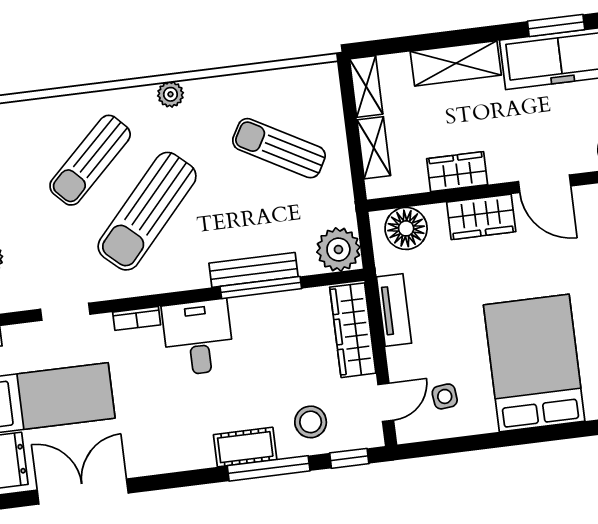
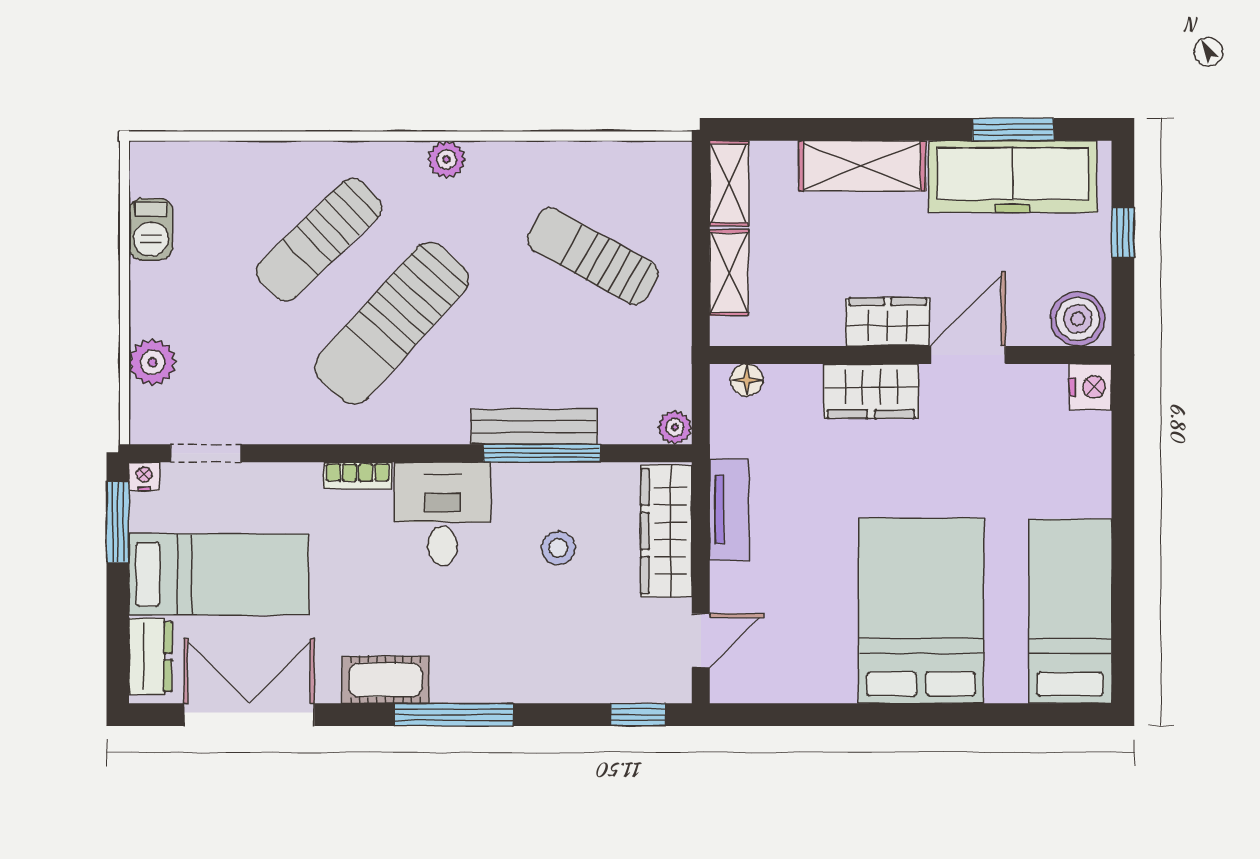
wardrobe: (457, 172) -> (888, 322), moved
door: (545, 184) -> (968, 355), swing flipped
floor lamp: (406, 228) -> (747, 380), width x0.53, depth x0.53
plant: (338, 249) -> (675, 427), width x0.53, depth x0.53
doorway: (65, 312) -> (206, 453), moved
side table: (445, 396) -> (786, 643), removed
stool: (311, 422) -> (558, 548), moved, width x0.73, depth x0.73
cot: (245, 447) -> (386, 680), moved
window: (269, 468) -> (454, 715), moved

